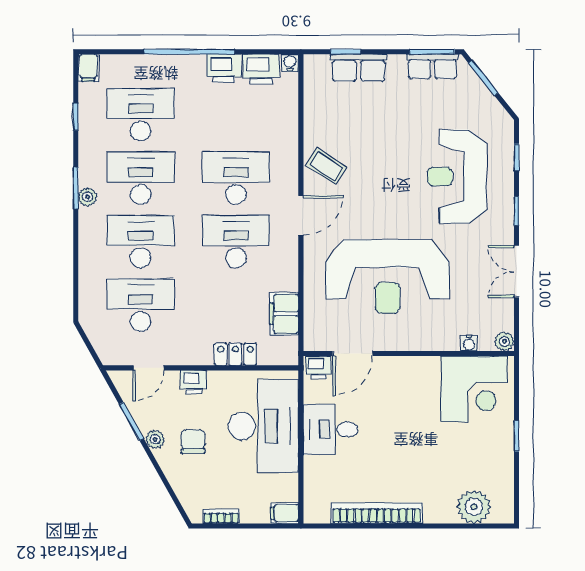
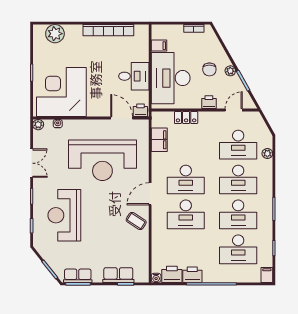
reception desk: (457, 176) -> (64, 215), turned 180
plant: (88, 197) -> (267, 153), moved
reception desk: (388, 276) -> (102, 160), turned 180
door: (353, 354) -> (122, 118), hinge flipped
corner desk: (474, 389) -> (61, 92), width x1.36, depth x1.36
filing cabinet: (285, 513) -> (159, 46), moved

